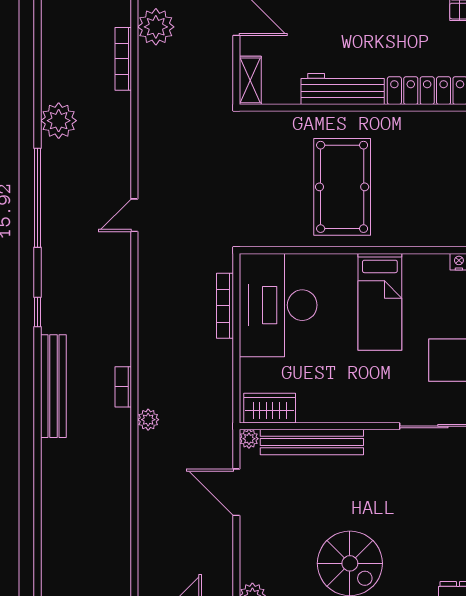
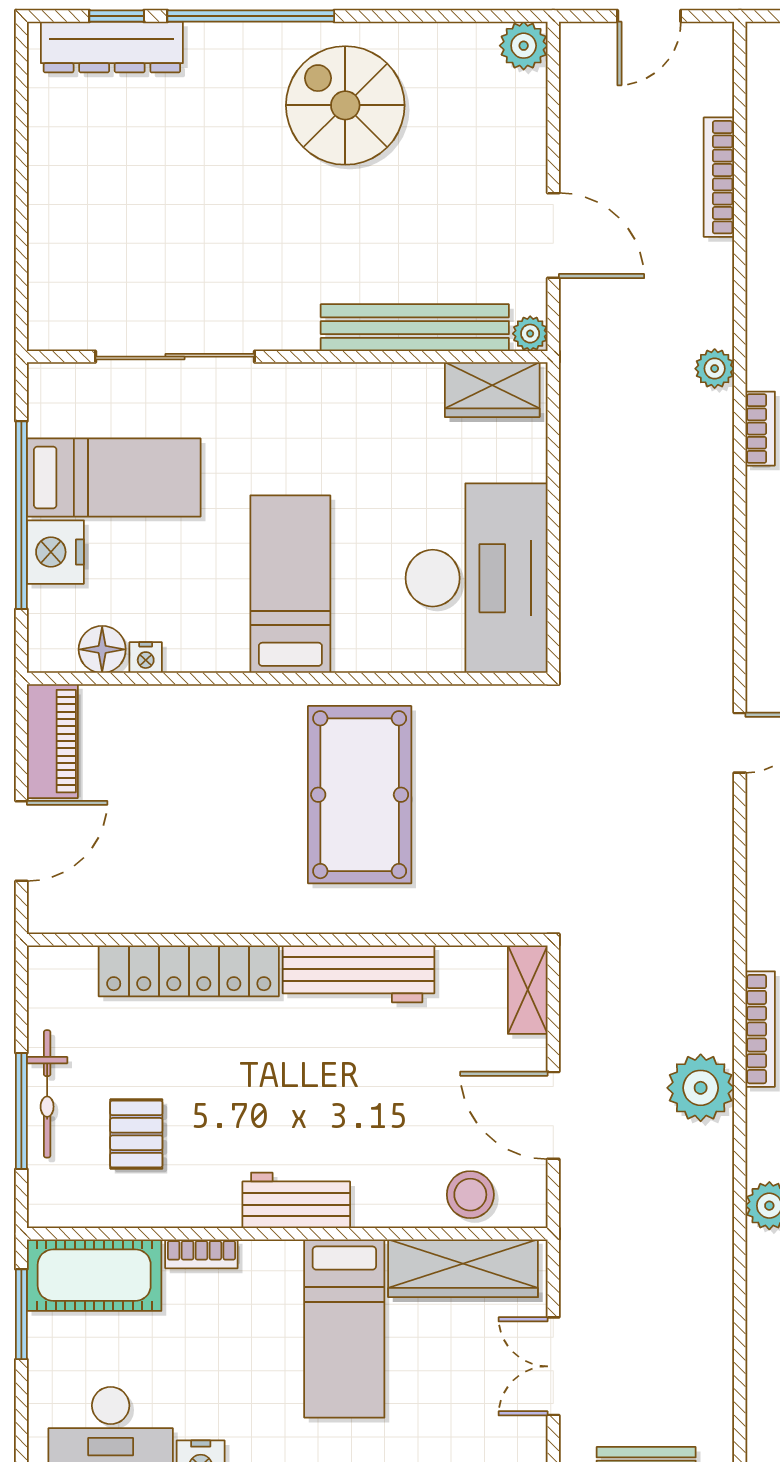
bookcase: (225, 306) -> (719, 177), moved, turned 180

